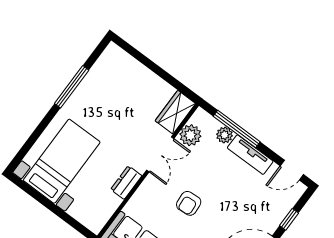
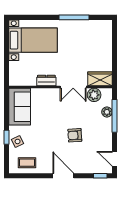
tv unit: (250, 155) -> (107, 132), removed
armchair: (189, 203) -> (75, 135), moved
window: (289, 219) -> (100, 176), moved

